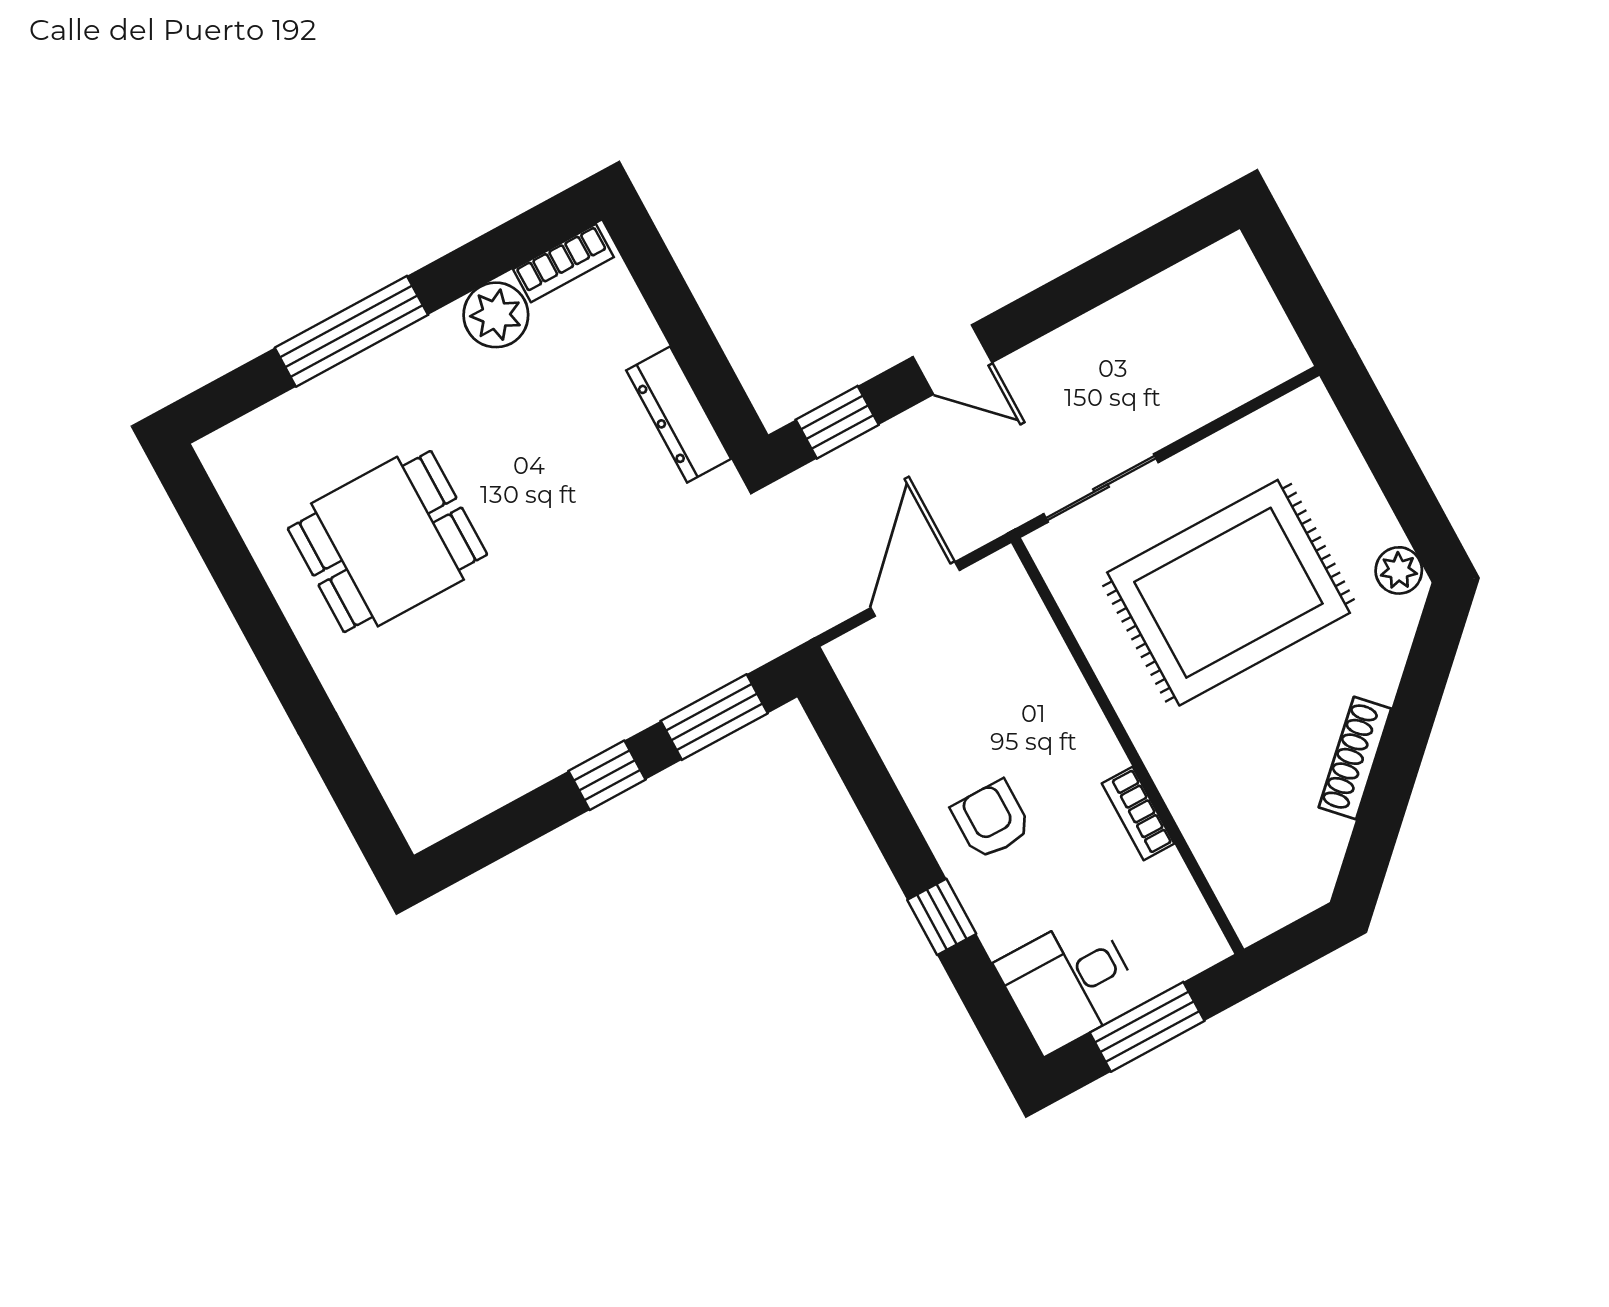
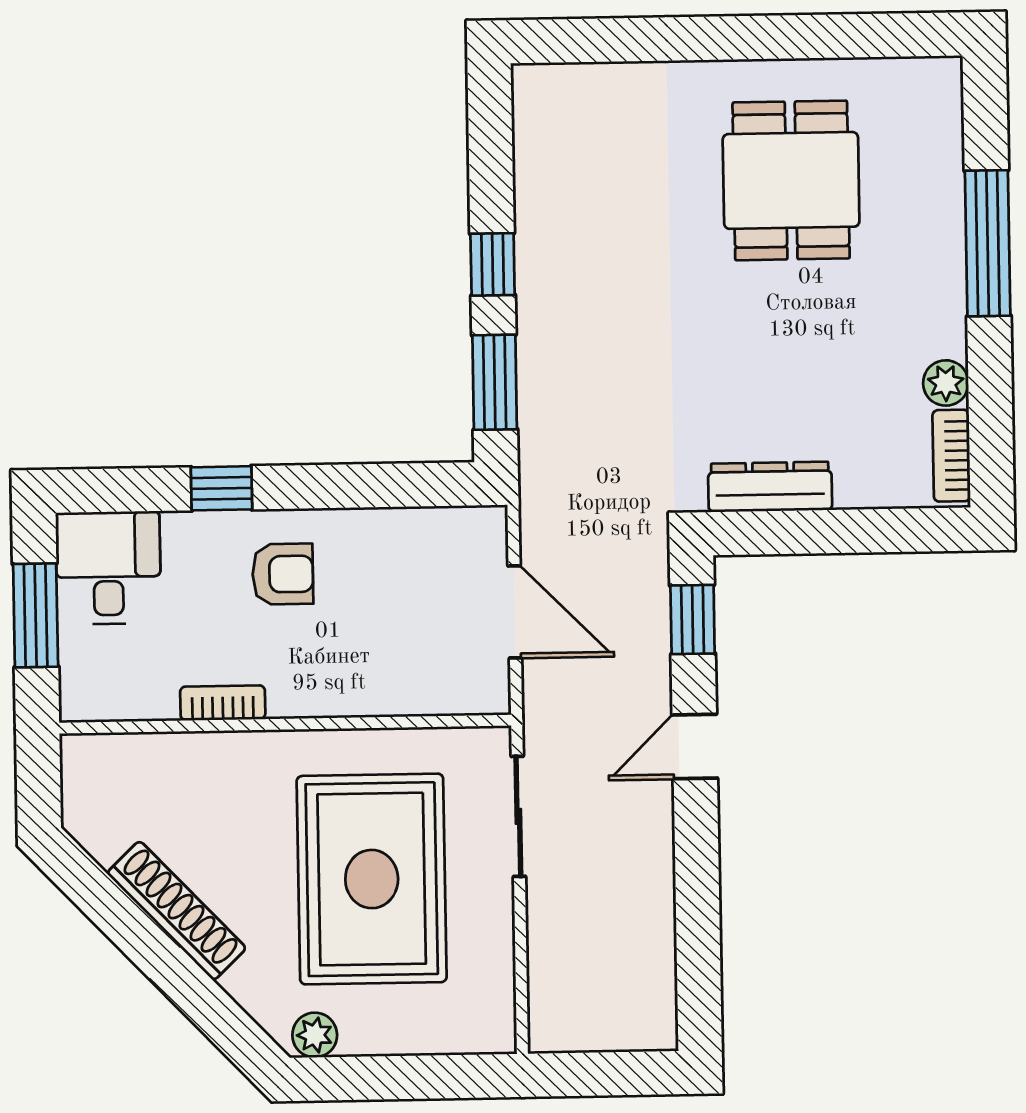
plant: (496, 315) -> (946, 383), width x0.73, depth x0.73
shoe rack: (1355, 758) -> (176, 911), width x1.36, depth x1.24

